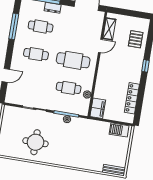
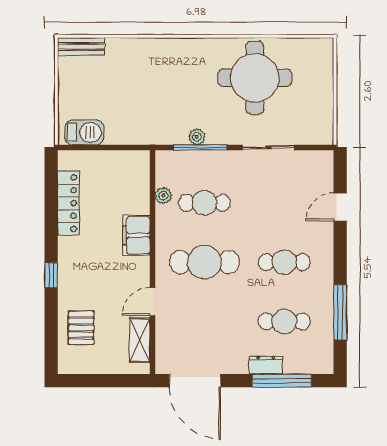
filing cabinet: (98, 108) -> (136, 235), moved
round table: (35, 142) -> (255, 78), width x1.36, depth x1.36

